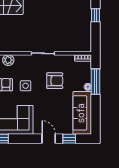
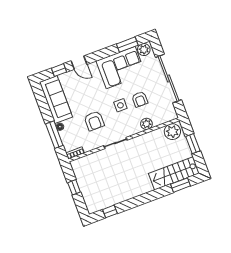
window: (96, 15) -> (74, 187), moved
armchair: (55, 81) -> (94, 121), turned -90

